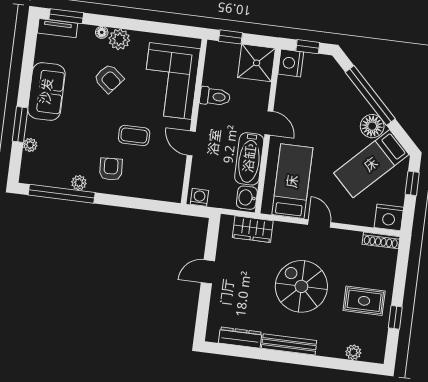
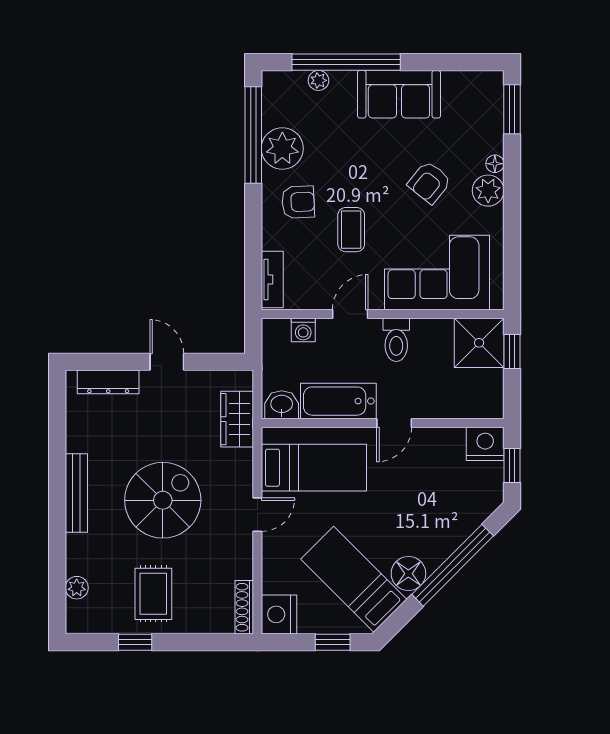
tv unit: (57, 28) -> (272, 279), moved, turned 180
shower: (257, 63) -> (479, 343), moved
toilet: (215, 97) -> (396, 340), moved
window: (20, 125) -> (346, 62), width x2.11
plant: (79, 183) -> (282, 148), width x1.87, depth x1.87
washing machine: (199, 197) -> (303, 330), moved, turned 90
dresser: (240, 338) -> (108, 382), moved, turned 90

